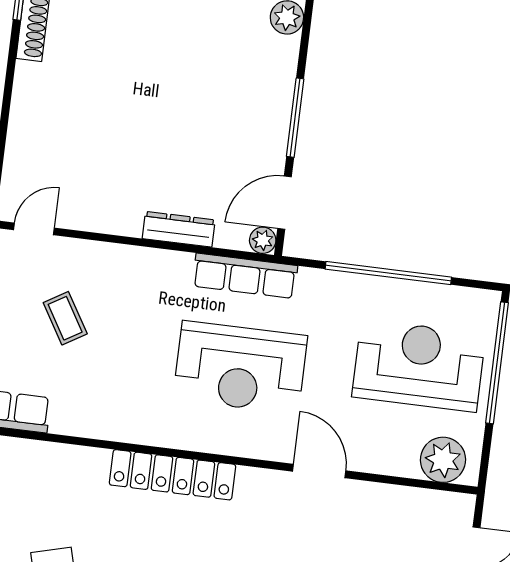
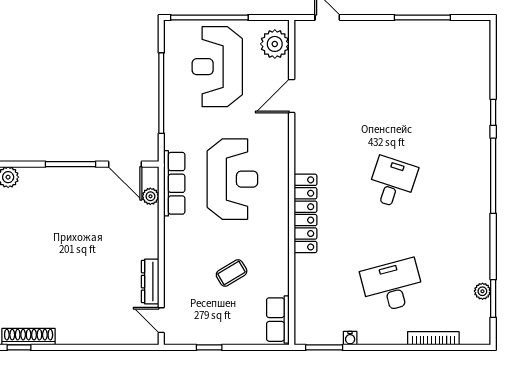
dresser: (179, 229) -> (150, 282), moved
plant: (263, 240) -> (150, 196), moved
coffee table: (65, 318) -> (232, 273), moved
door: (319, 471) -> (292, 96), moved

